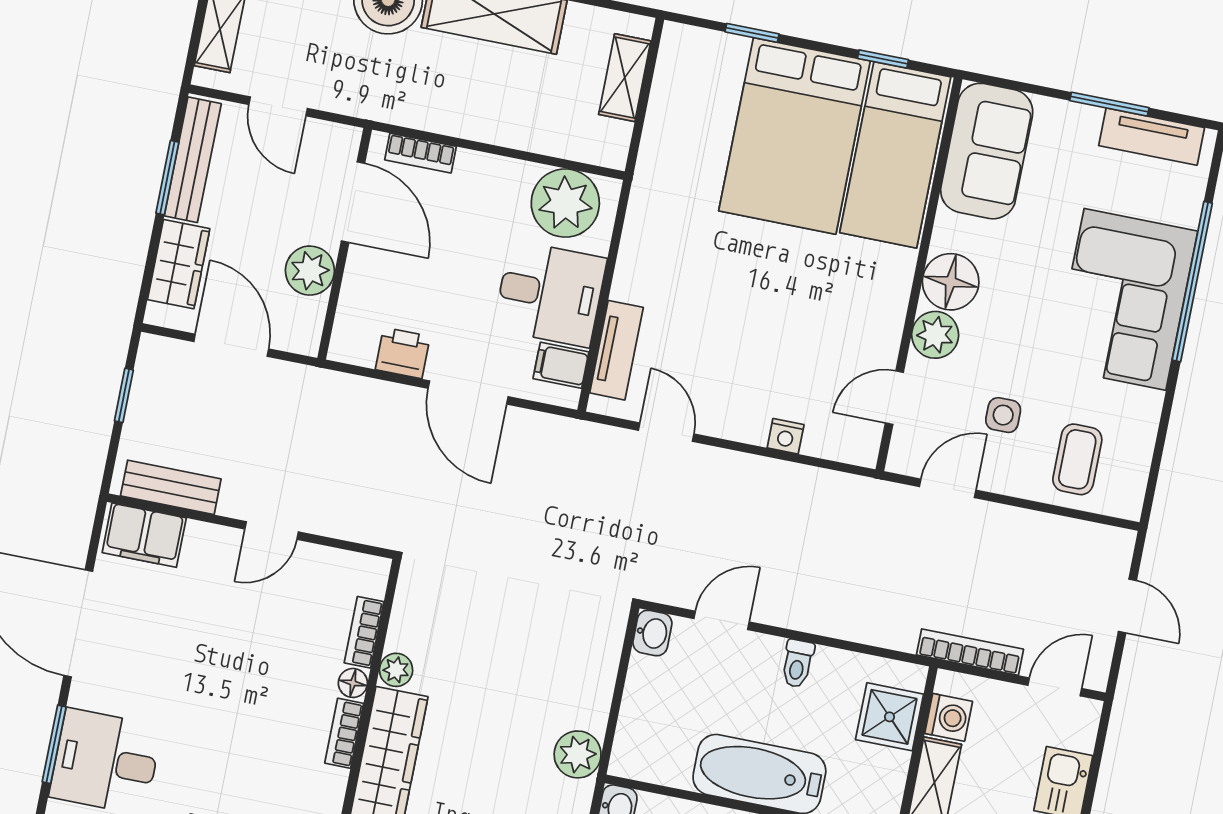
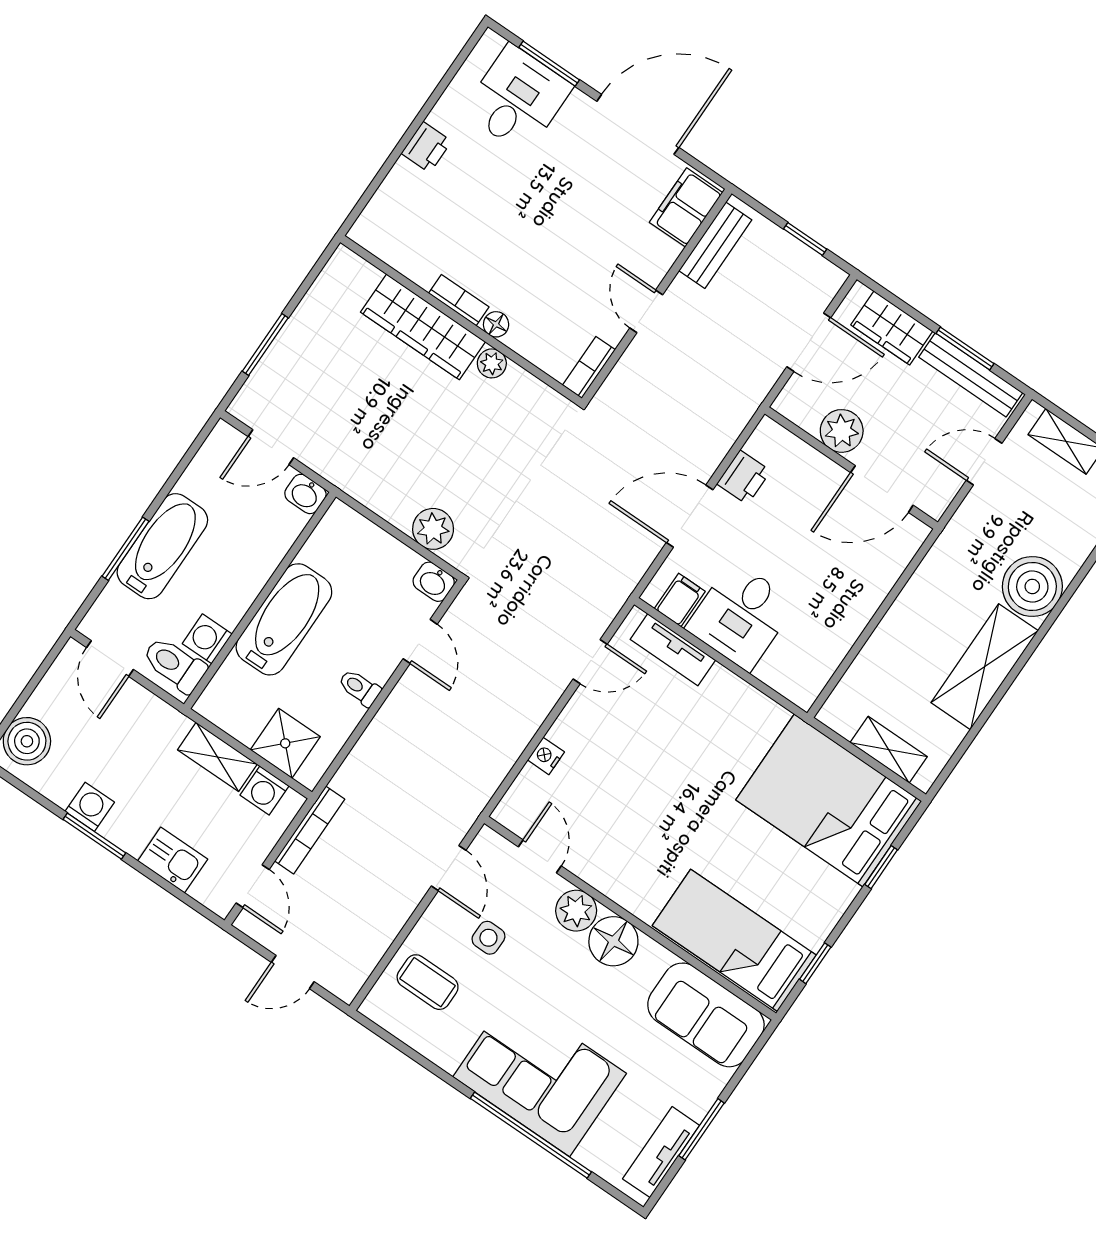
bed: (795, 136) -> (829, 800), moved
bookcase: (420, 153) -> (898, 560), removed
plant: (565, 203) -> (808, 659), removed
bookcase: (364, 632) -> (589, 367), moved, turned -90
plant: (578, 754) -> (433, 529), moved

